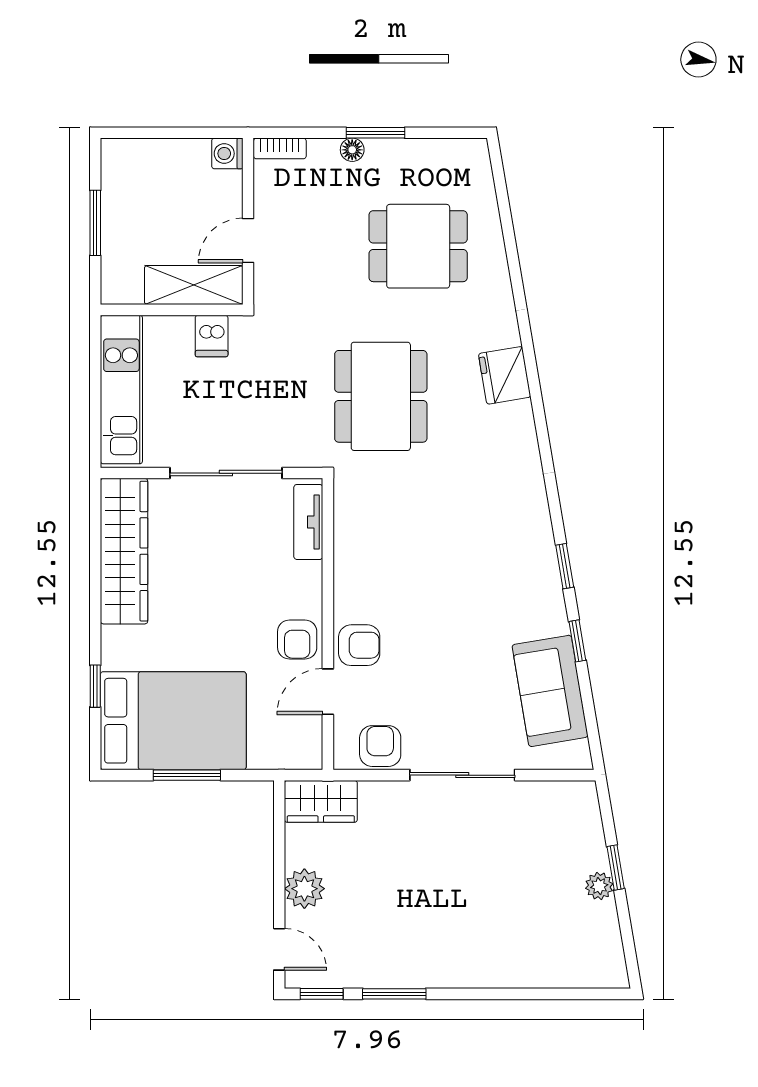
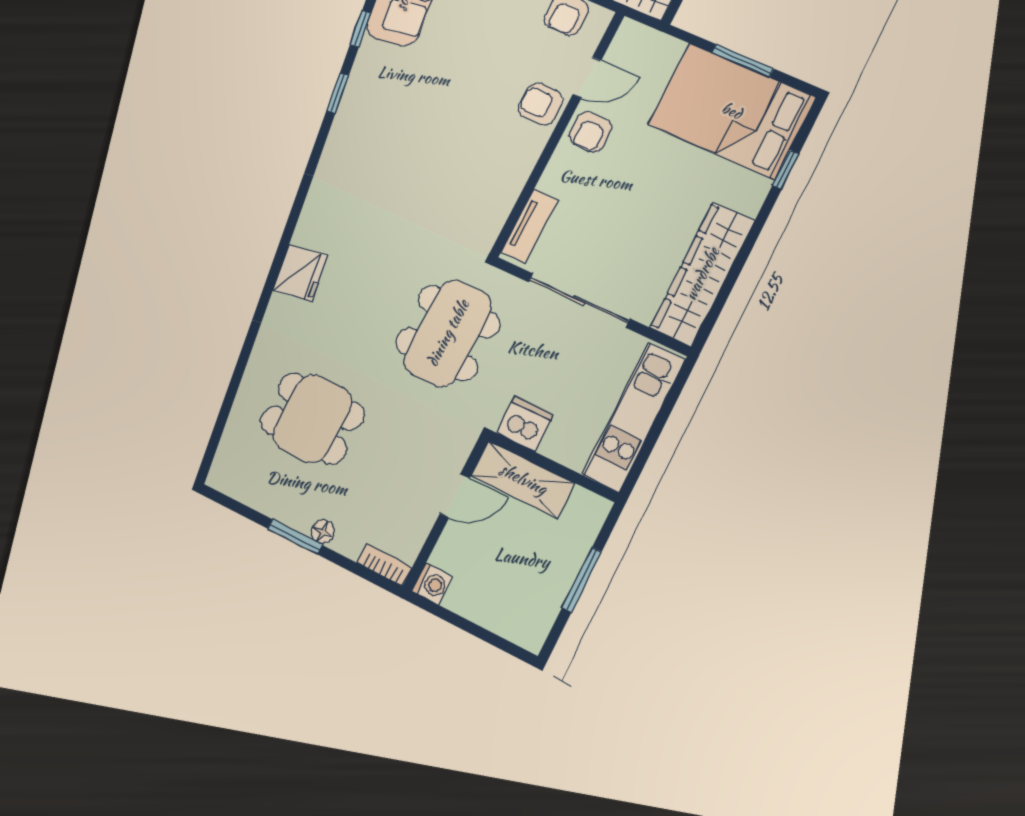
dishwasher: (212, 336) -> (525, 424), width x1.38
dining table: (381, 396) -> (448, 333), moved
armchair: (297, 639) -> (590, 132), turned 180

